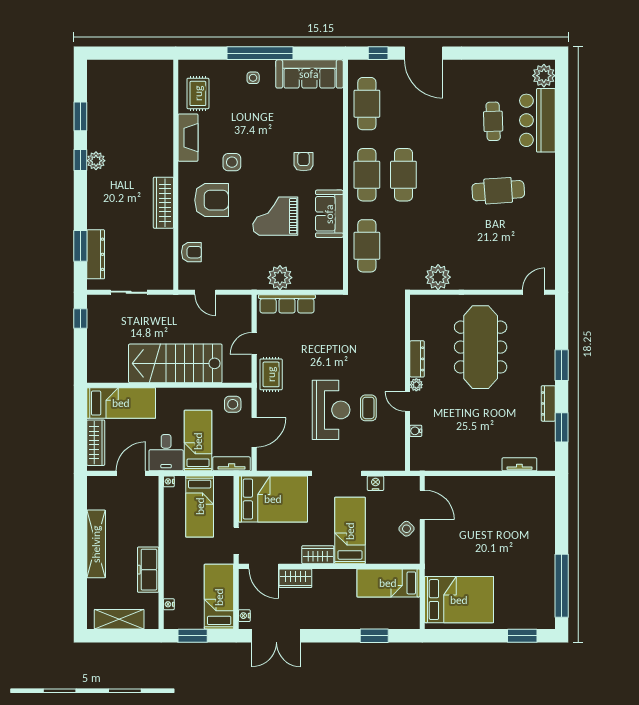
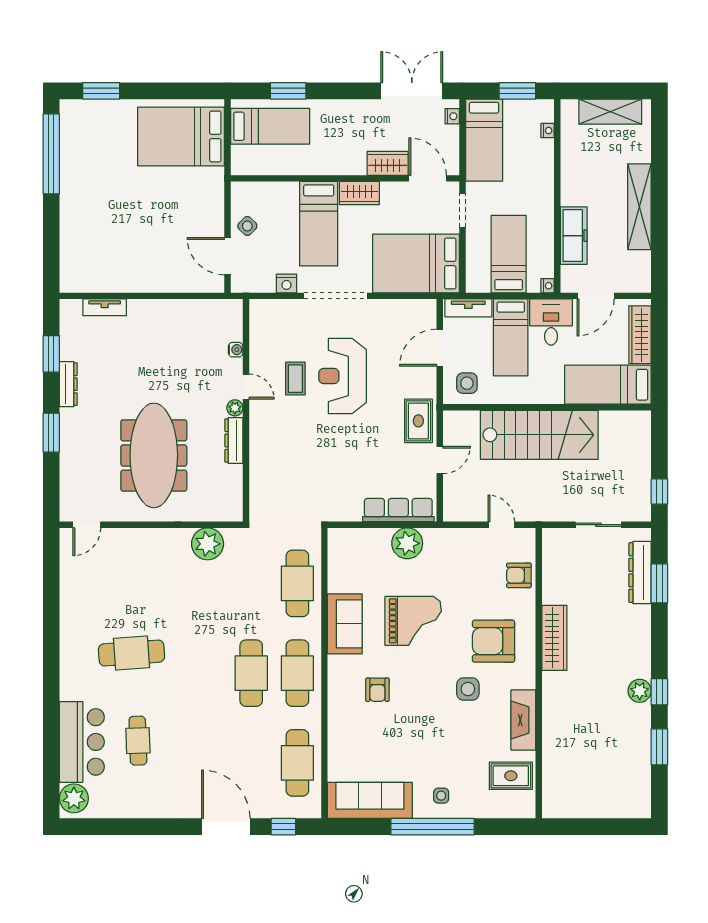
rug: (198, 93) -> (511, 776), turned 90
freezer: (148, 570) -> (574, 236), moved
bed: (388, 583) -> (270, 126), moved

